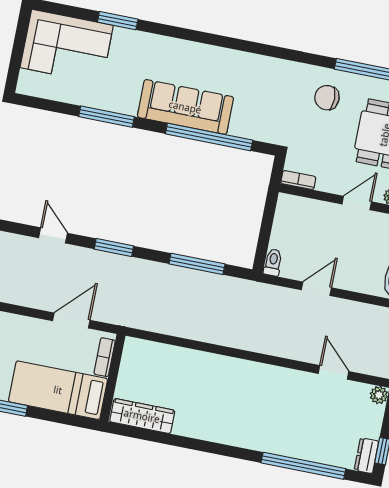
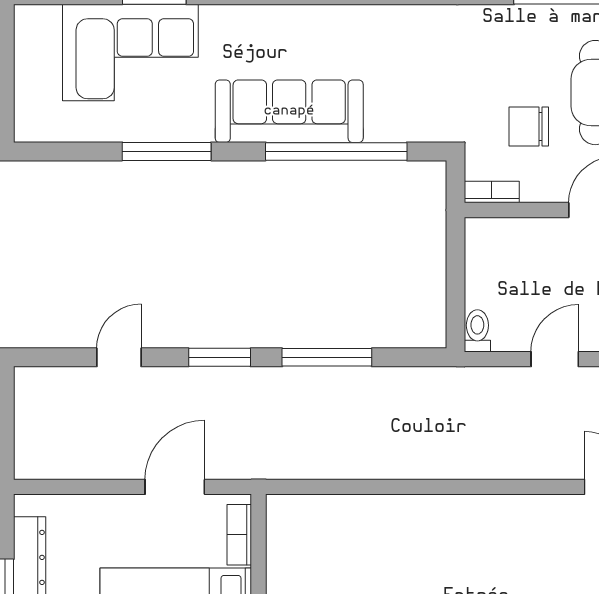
corner sofa: (67, 47) -> (130, 52), moved
chair: (327, 98) -> (529, 127), moved
door: (53, 235) -> (119, 357), hinge flipped
window: (197, 264) -> (327, 357), moved

